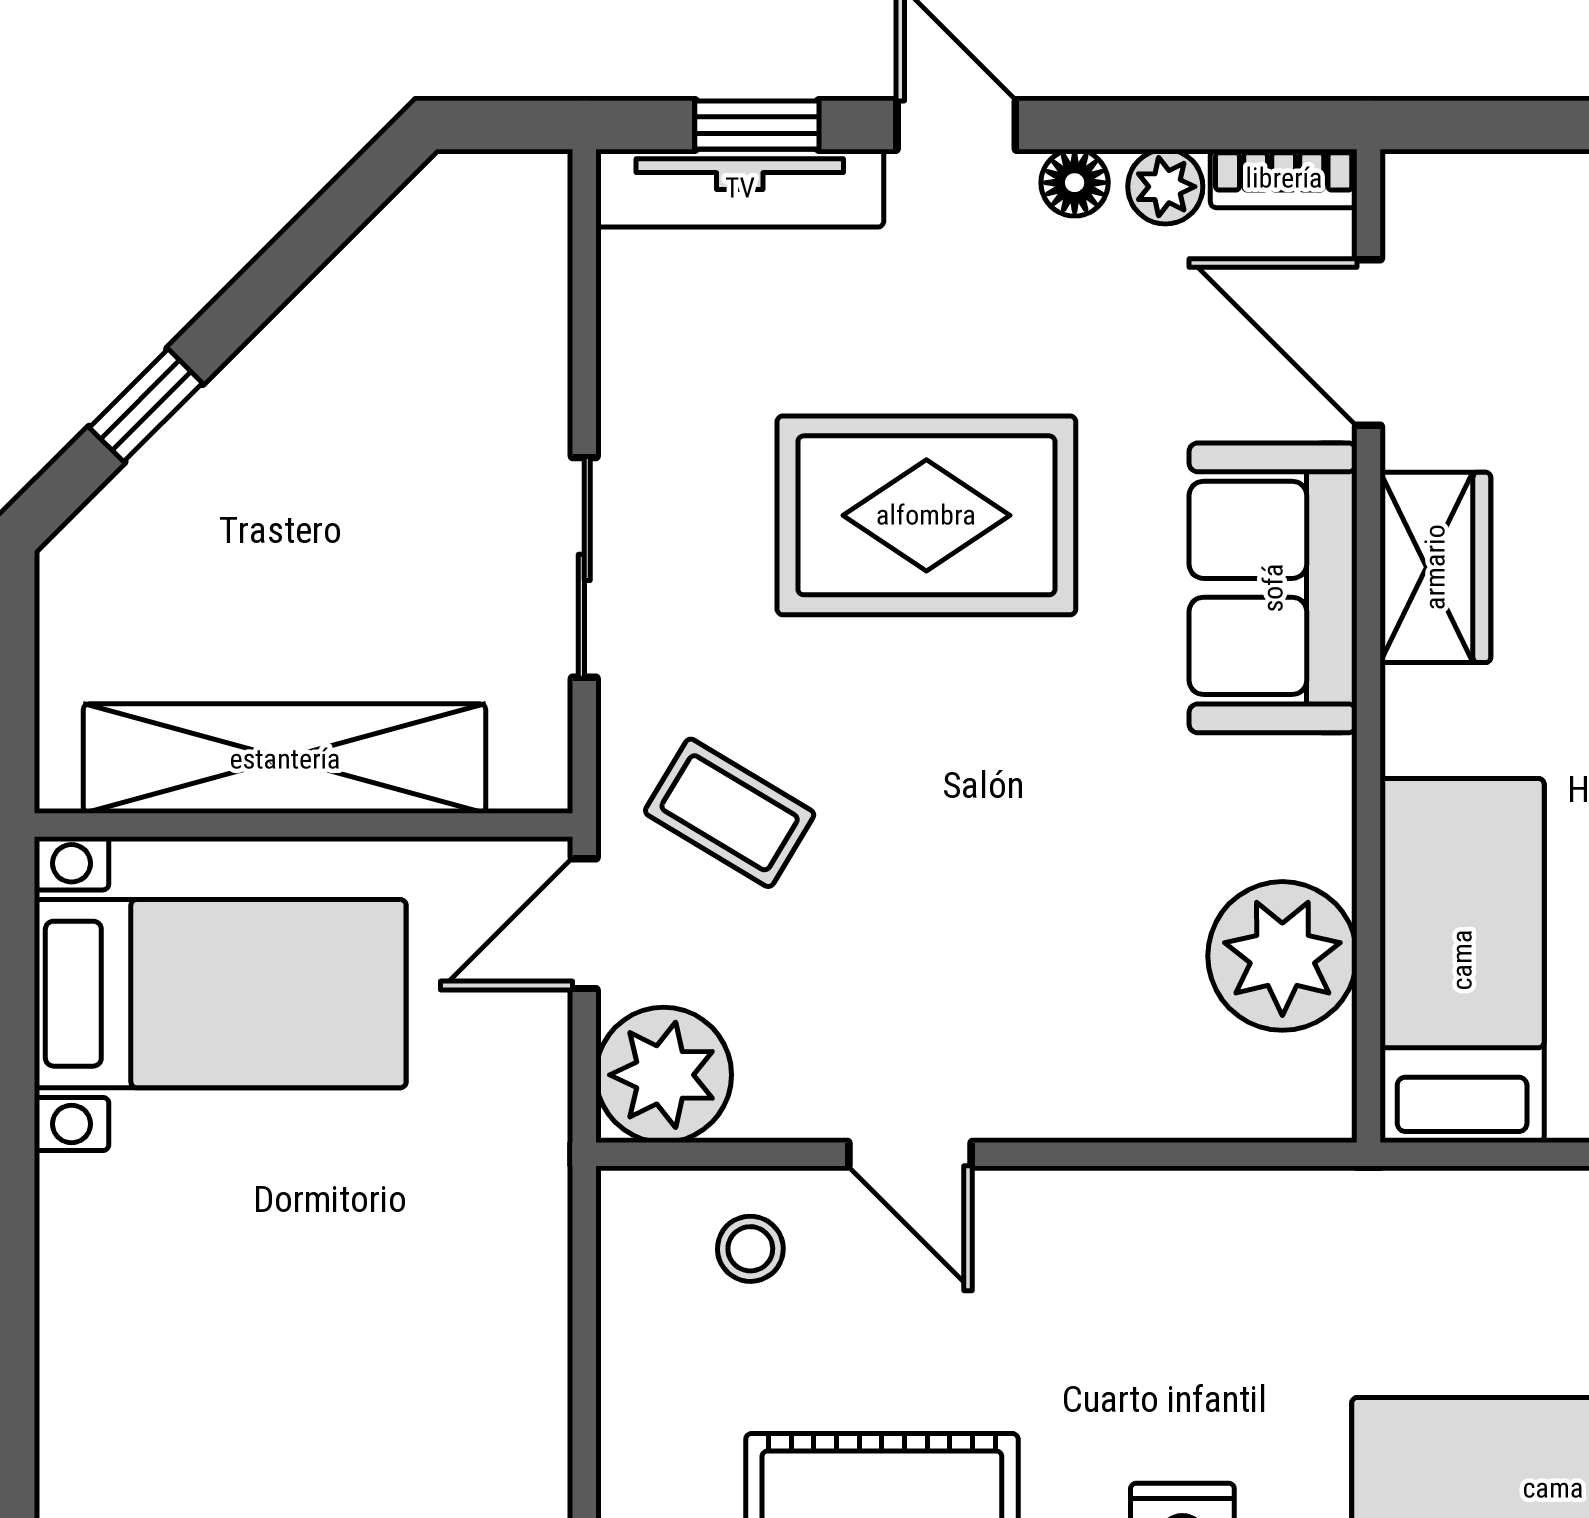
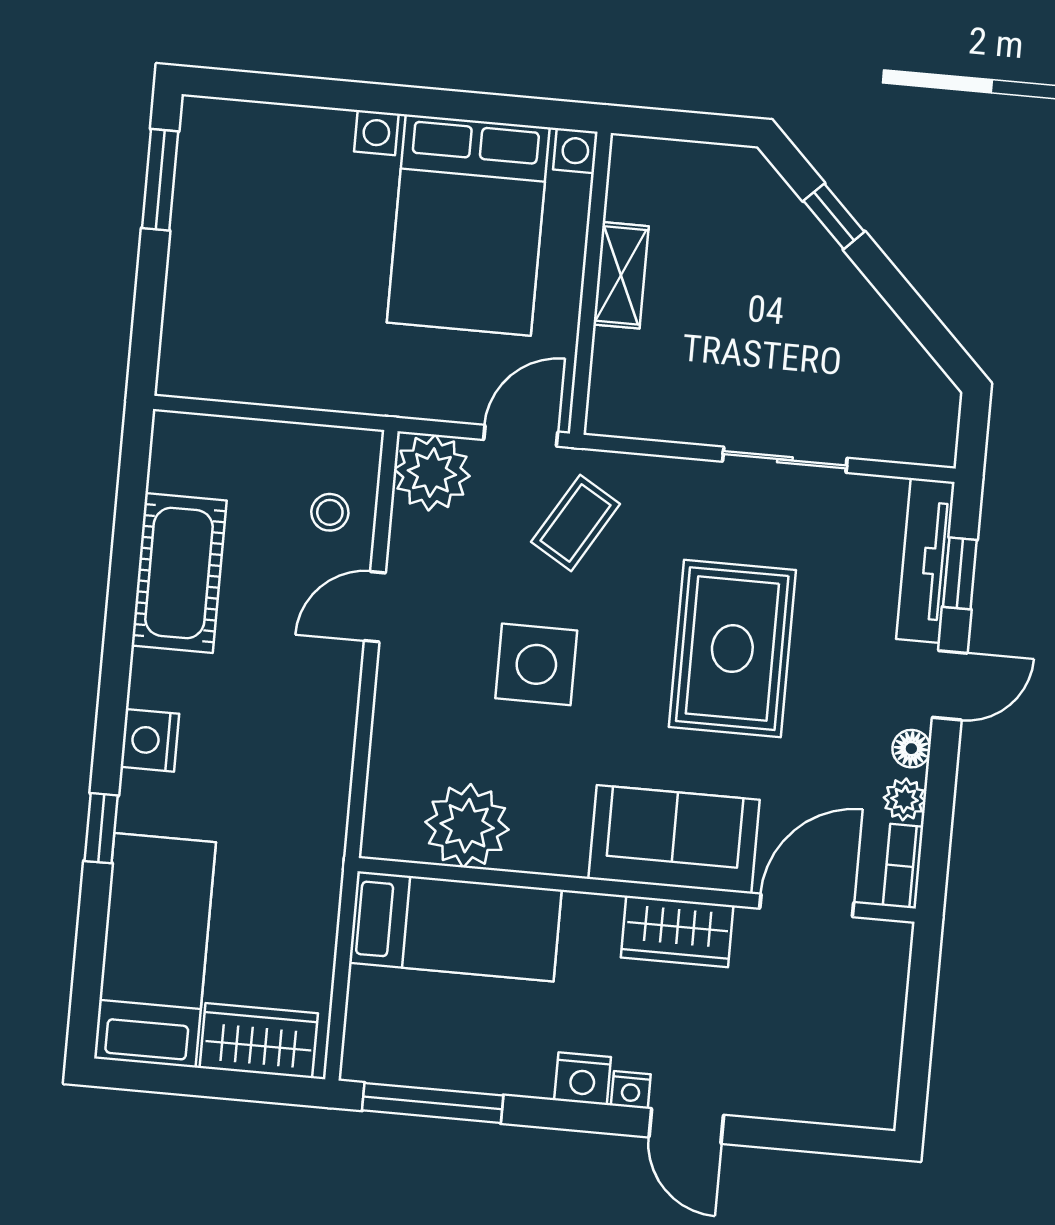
sliding door: (584, 567) -> (785, 460), moved
shelving: (285, 759) -> (621, 275), width x0.45, depth x0.75
side table: (986, 859) -> (536, 664), added
door: (584, 924) -> (521, 436), hinge flipped
bed with nightstands: (220, 994) -> (468, 225), width x1.36

